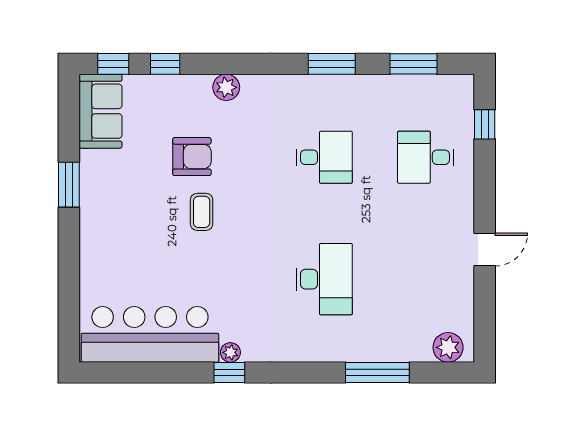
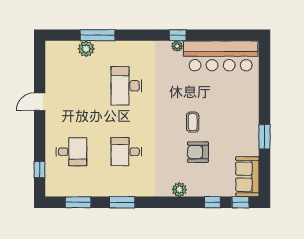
plant: (448, 347) -> (86, 49), moved

